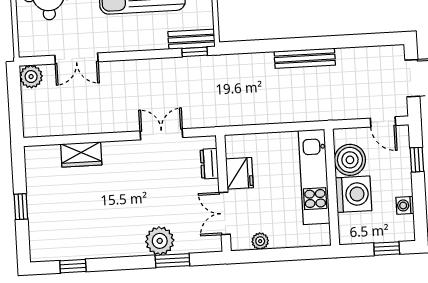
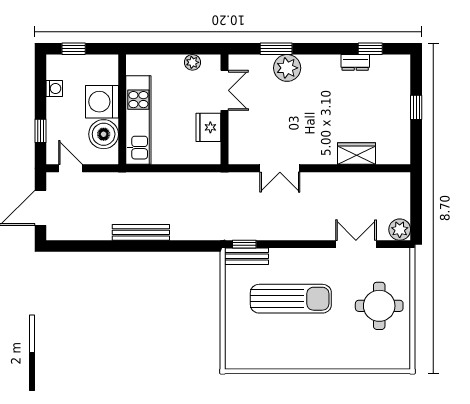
dresser: (209, 164) -> (355, 62), moved, turned 90

